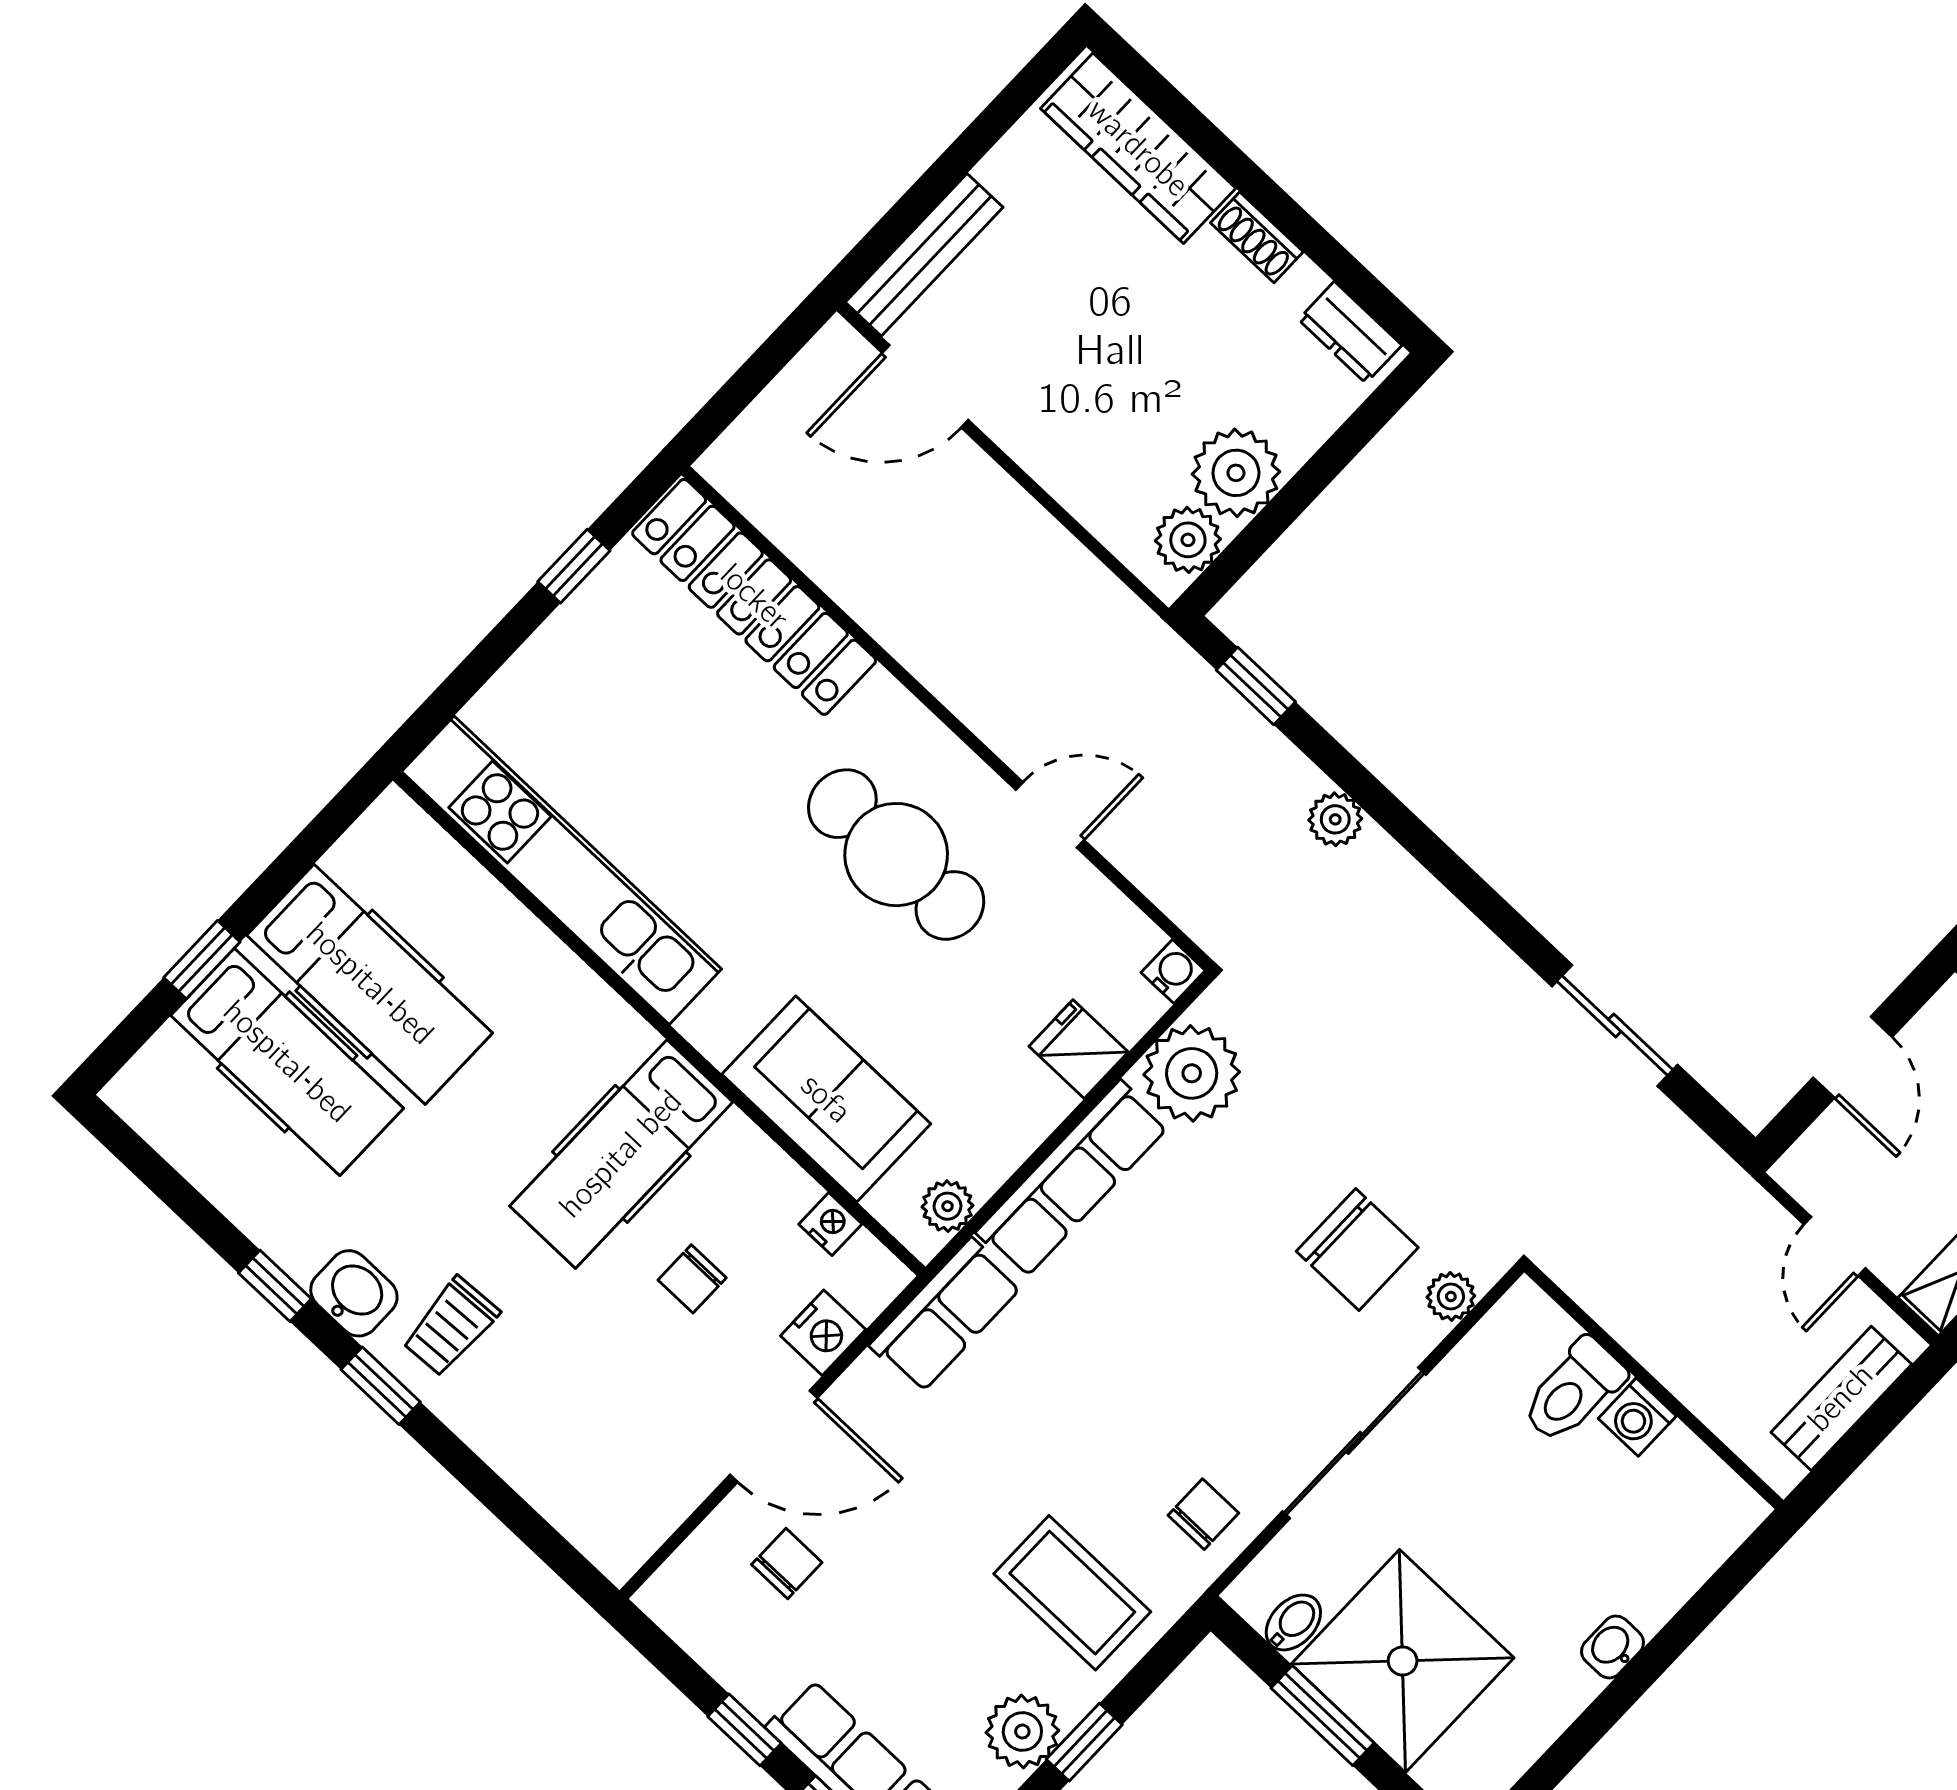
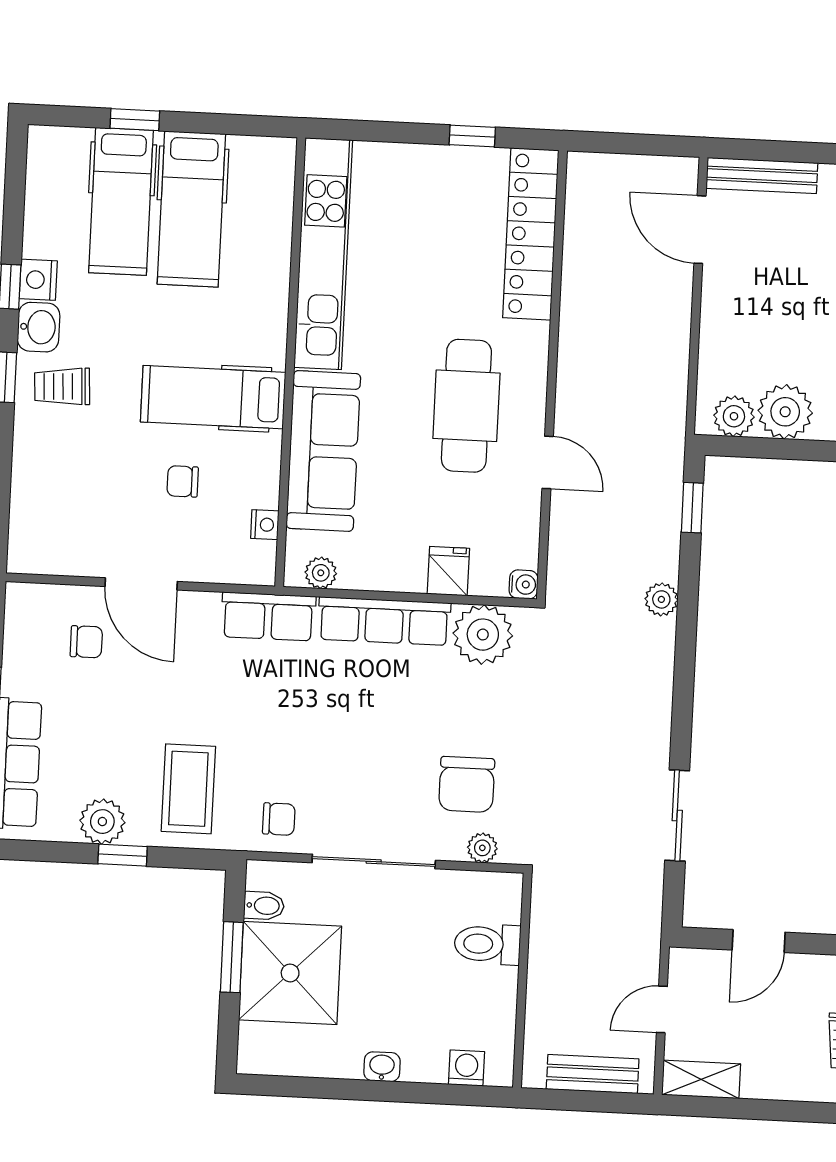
sofa: (826, 1099) -> (323, 451), width x1.36
nightstand: (823, 1333) -> (38, 280), moved, turned 90
washing machine: (1637, 1417) -> (466, 1068), moved, turned 90

